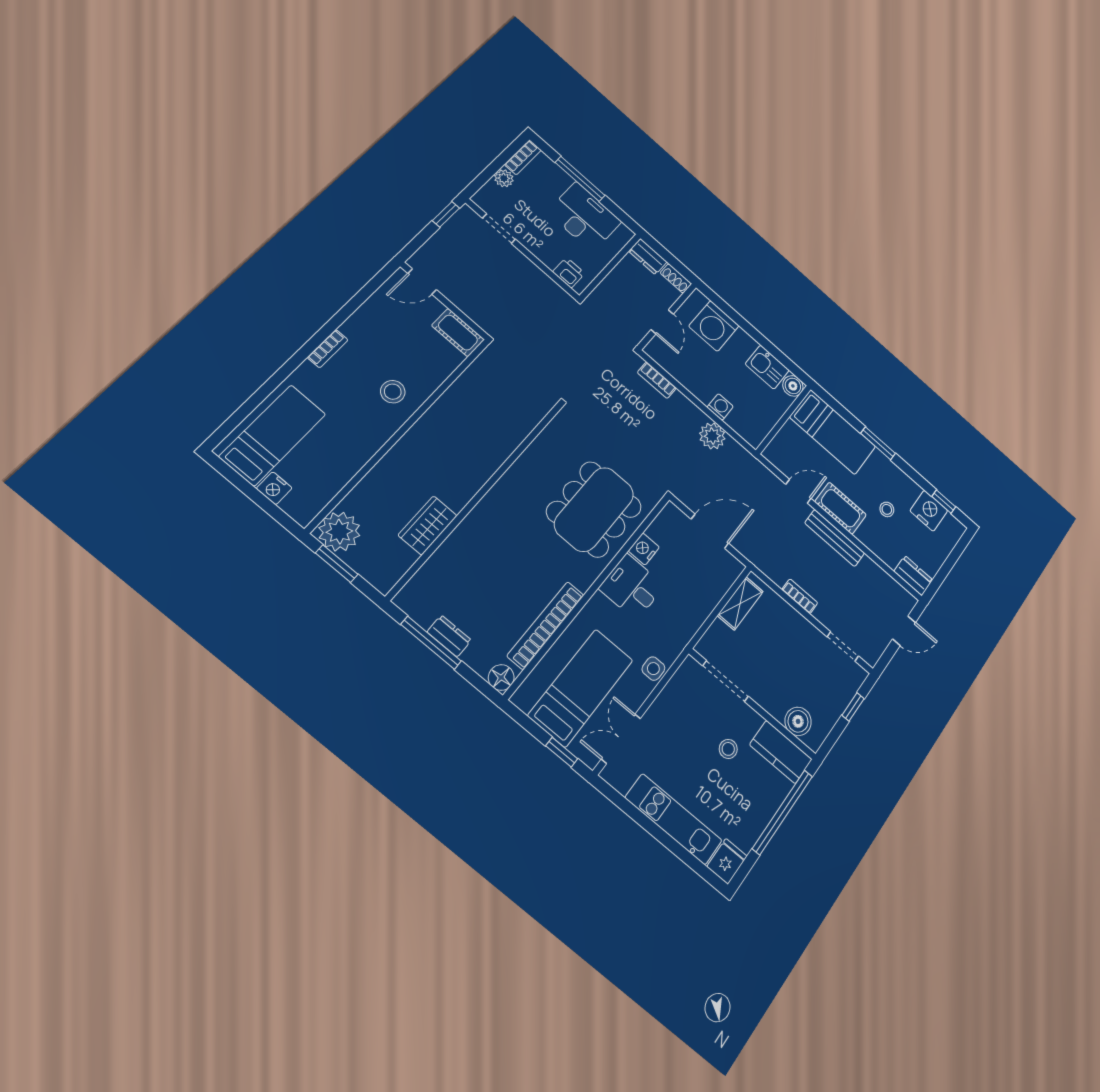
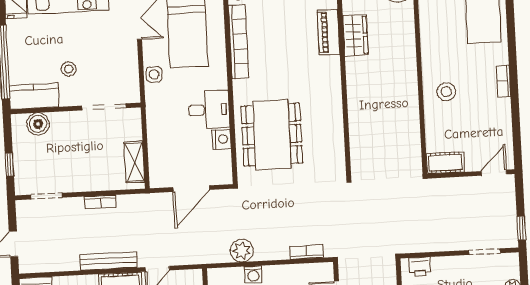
piano: (451, 553) -> (329, 32), added

